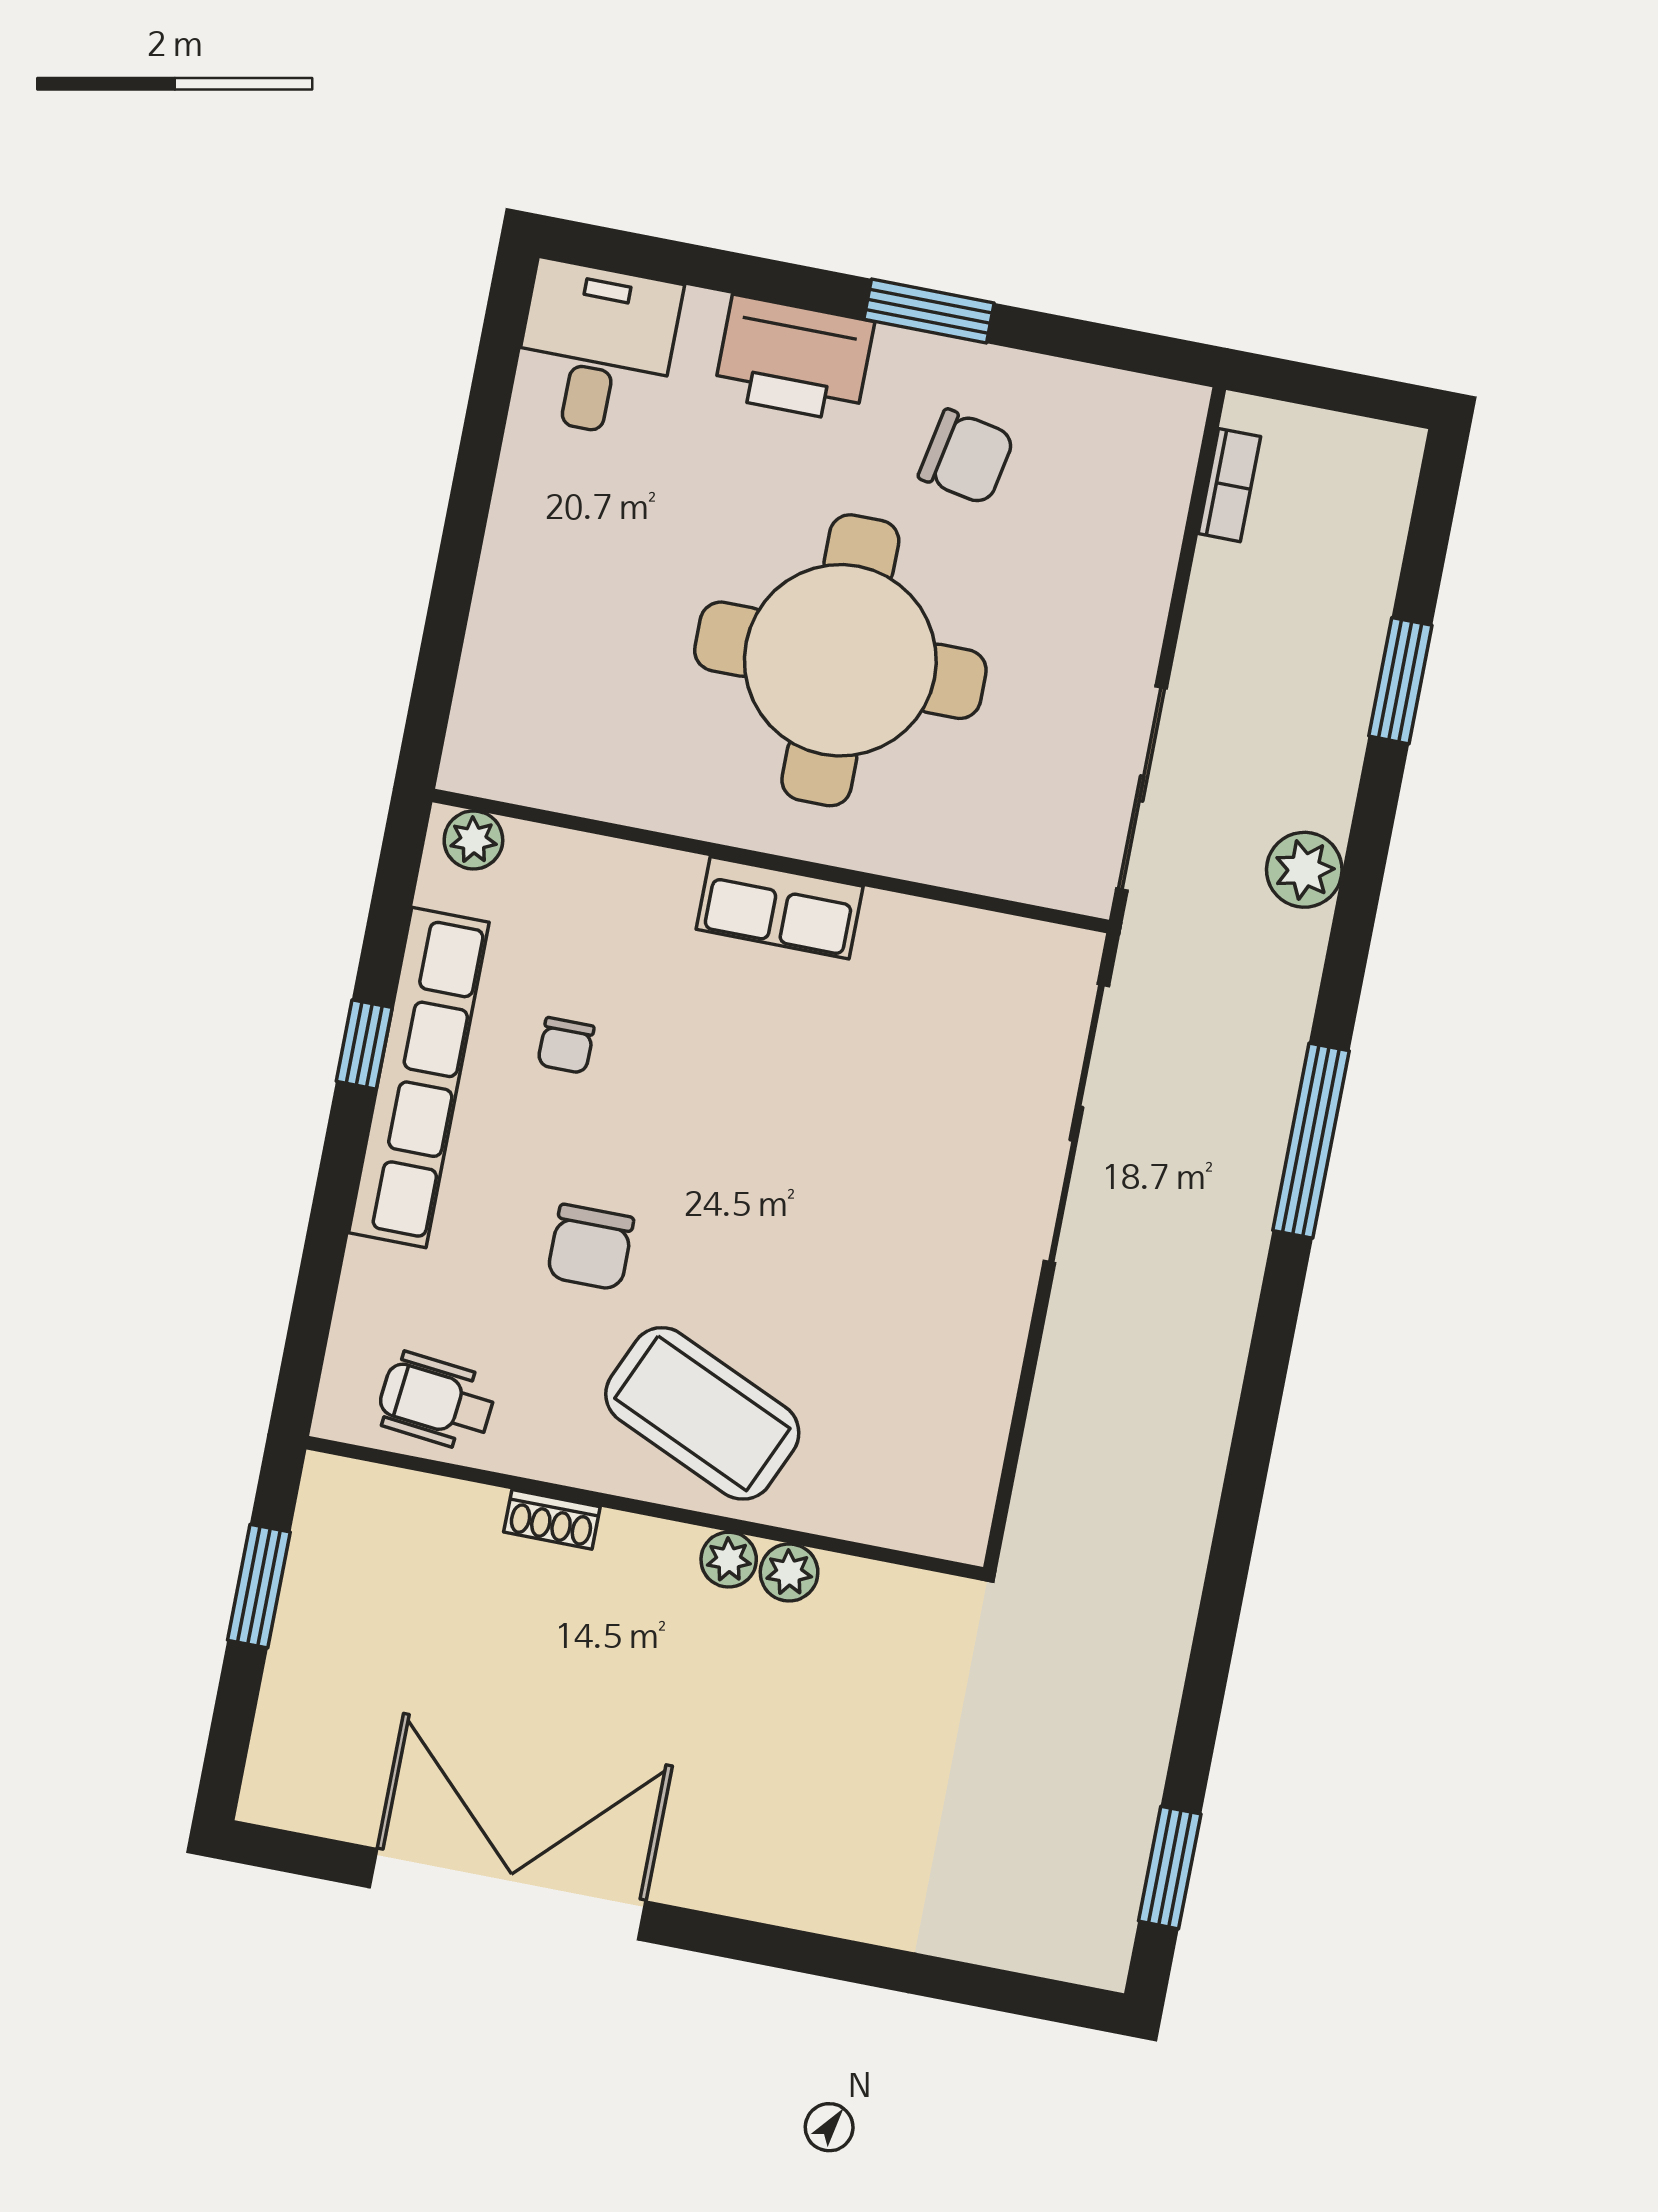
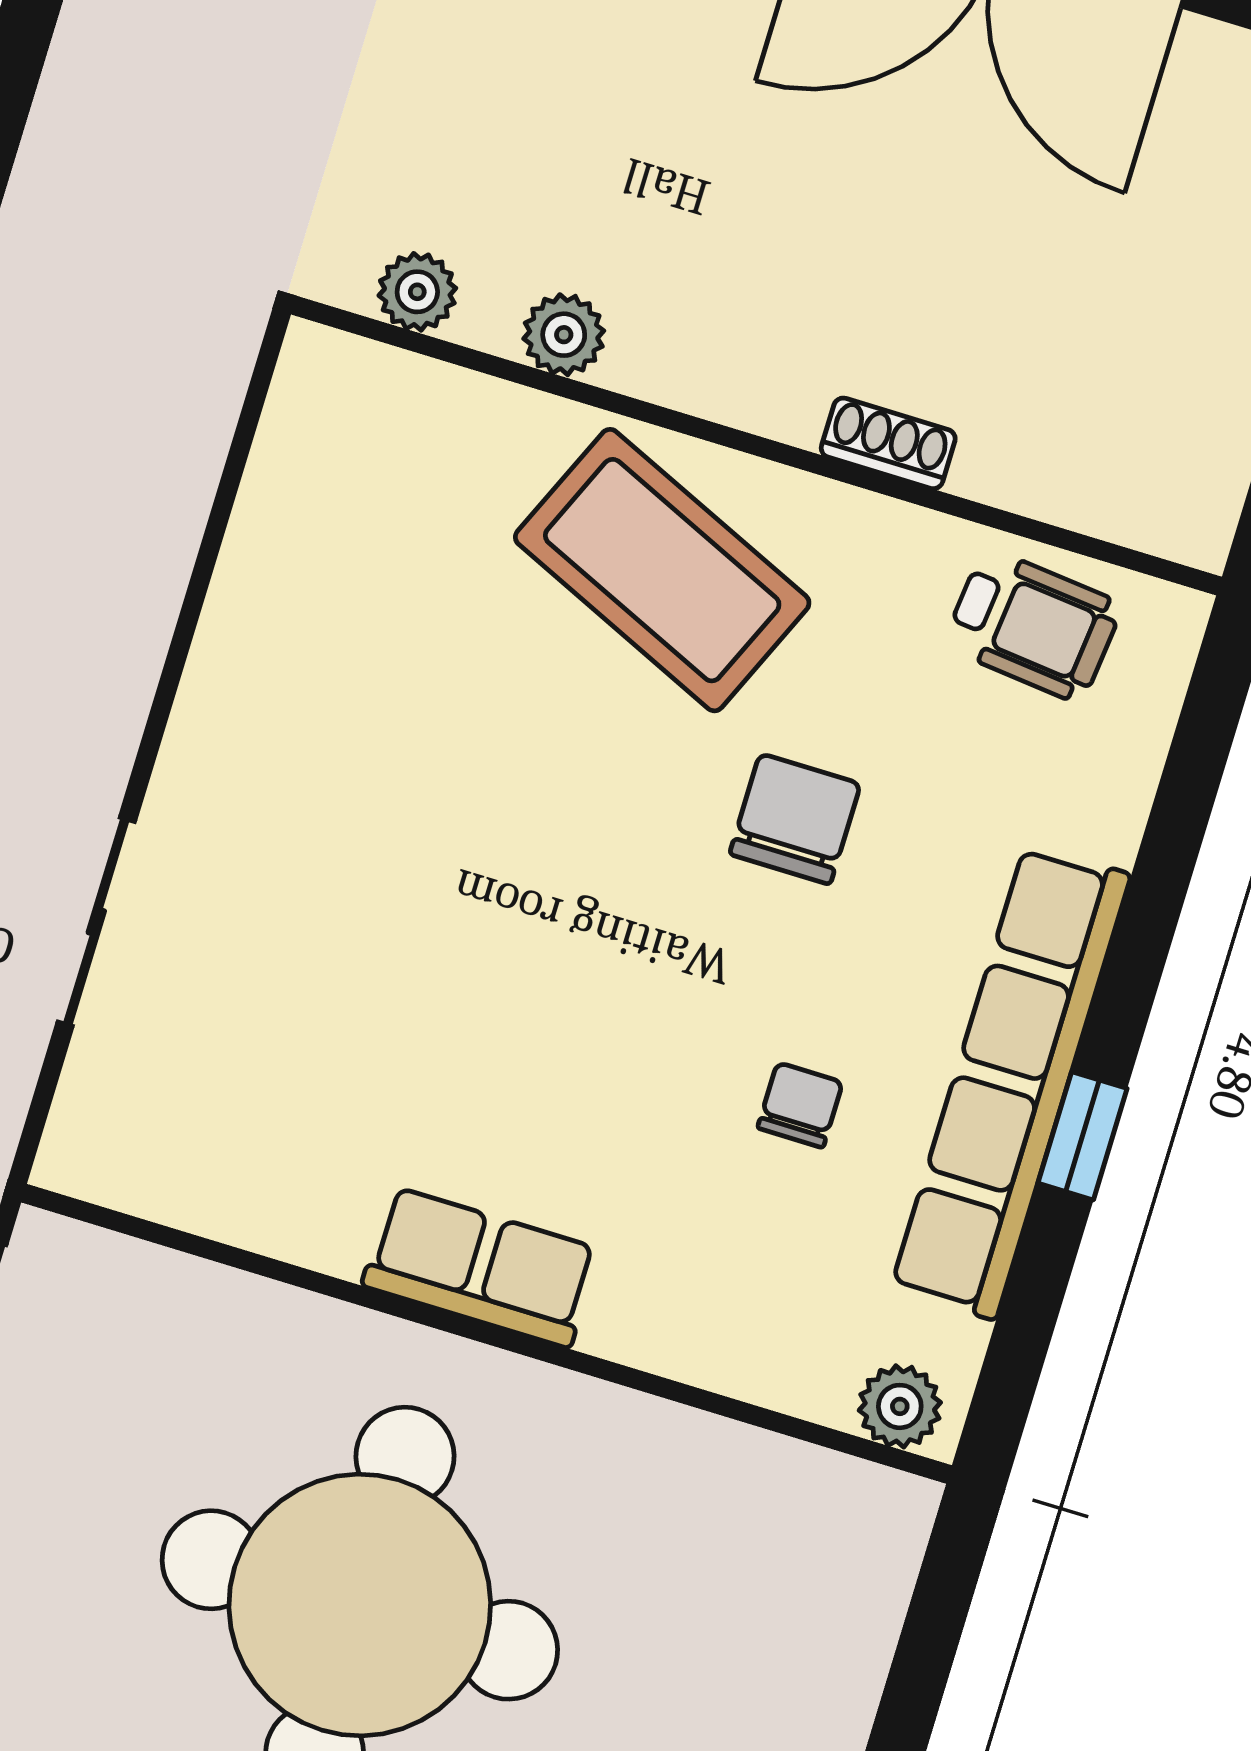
sliding door: (1076, 1124) -> (96, 922), width x0.54
plant: (729, 1560) -> (417, 292), moved

